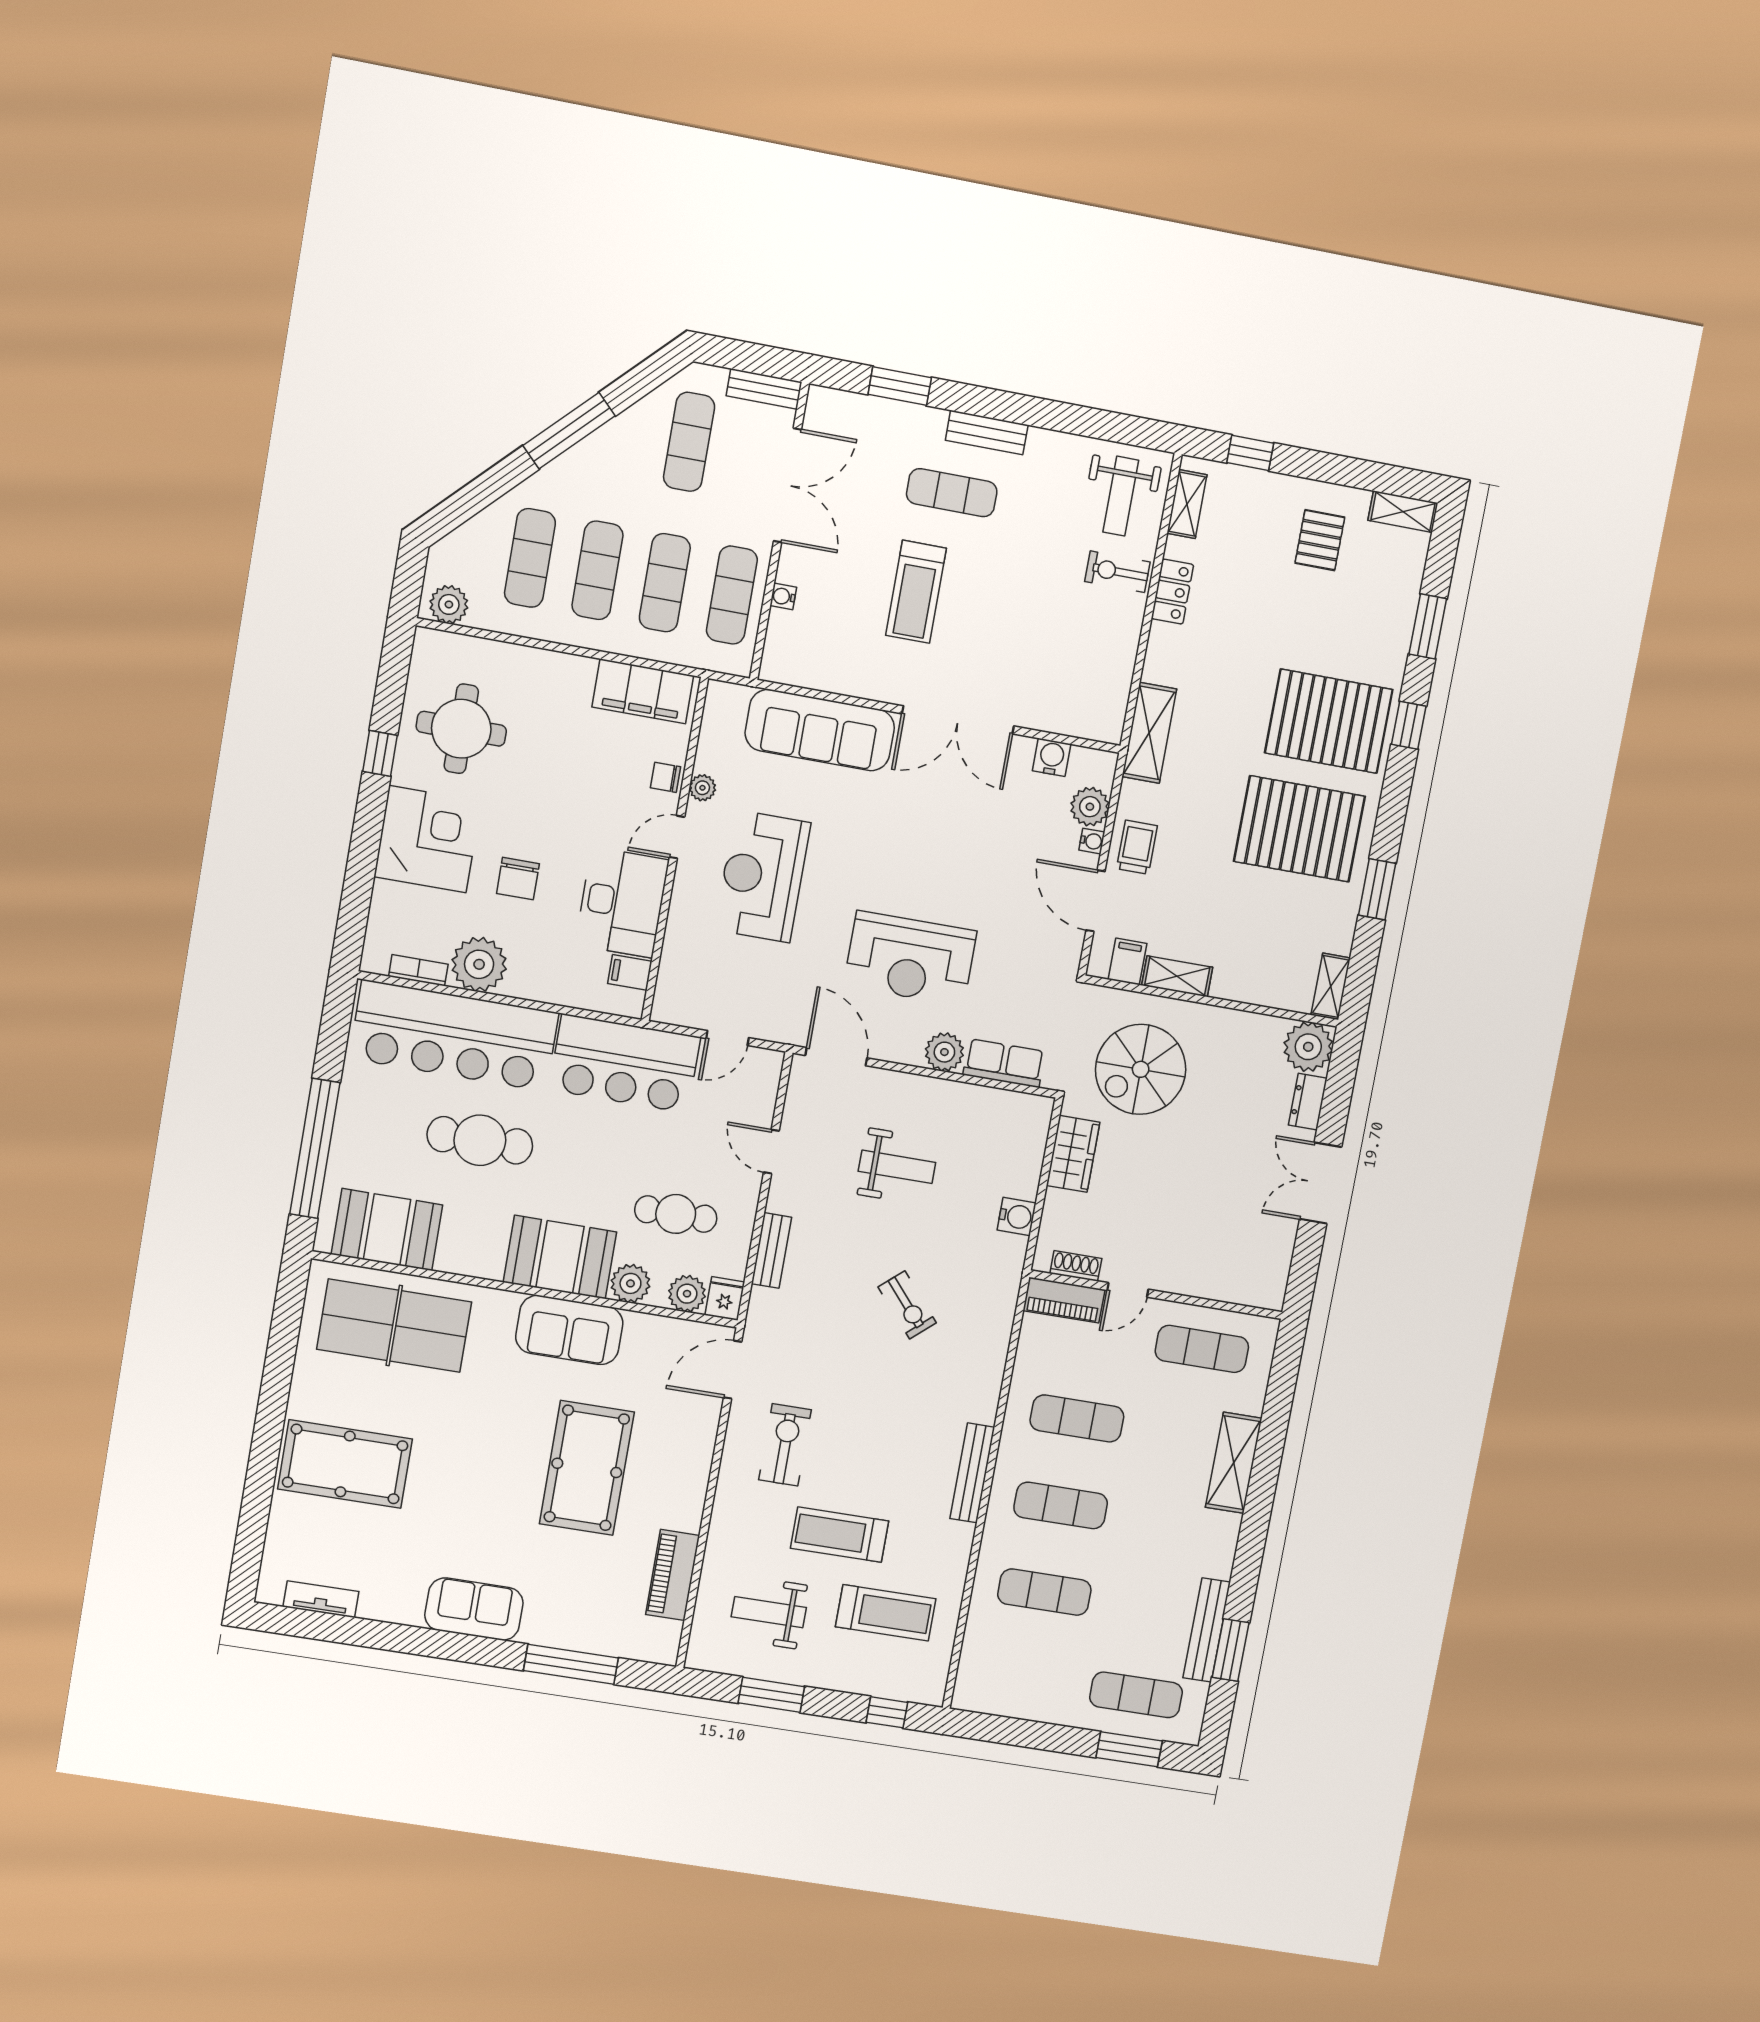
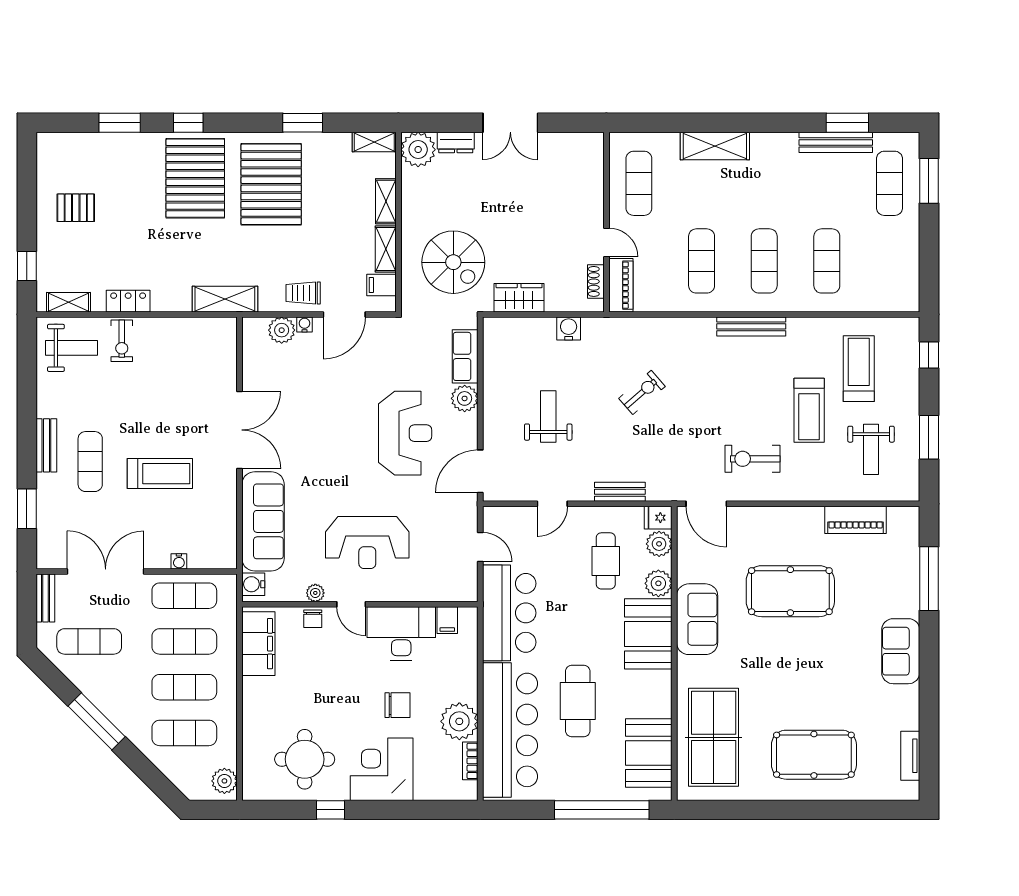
shelving: (1403, 512) -> (386, 201), moved
water cooler: (1052, 757) -> (253, 584), moved
pool table: (345, 1464) -> (814, 755), turned 90

